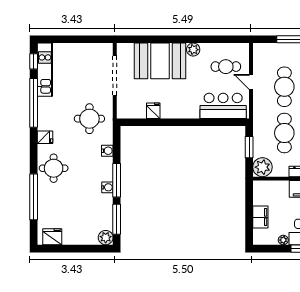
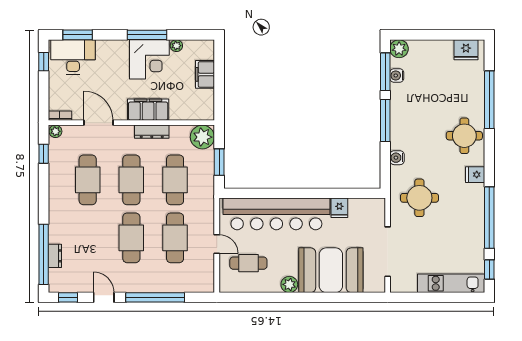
kitchen unit: (45, 70) -> (451, 283), moved, turned 90
bar counter: (223, 106) -> (276, 214), width x1.86
water cooler: (107, 187) -> (397, 75), moved

